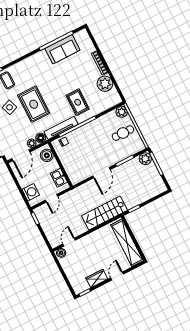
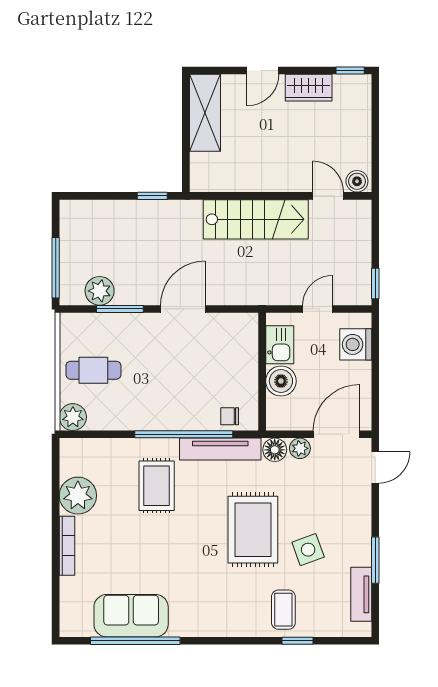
boiler: (47, 155) -> (281, 381), moved
plant: (145, 159) -> (100, 291), moved
stairs: (104, 213) -> (256, 219), moved
door: (69, 242) -> (328, 196), swing flipped
shelving: (127, 243) -> (205, 113), width x0.68

